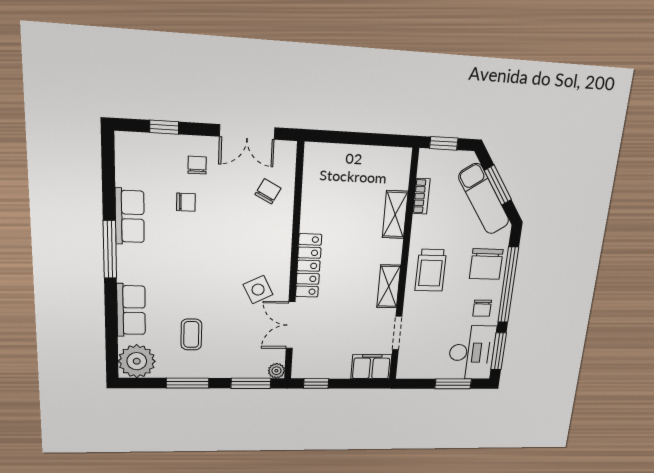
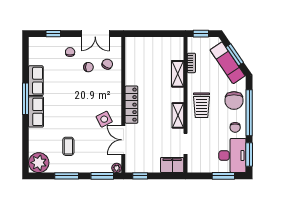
chair: (186, 202) -> (88, 67), moved
row of seats: (131, 310) -> (36, 112), moved

